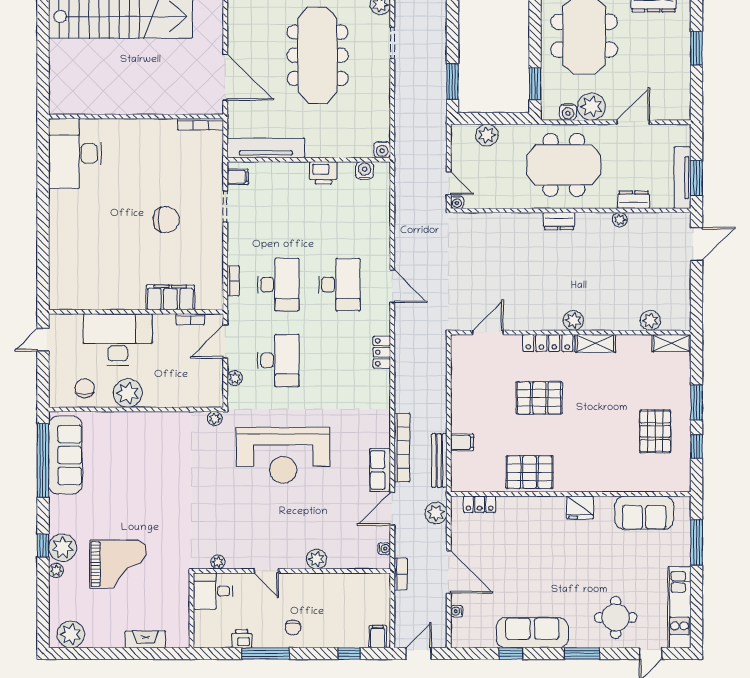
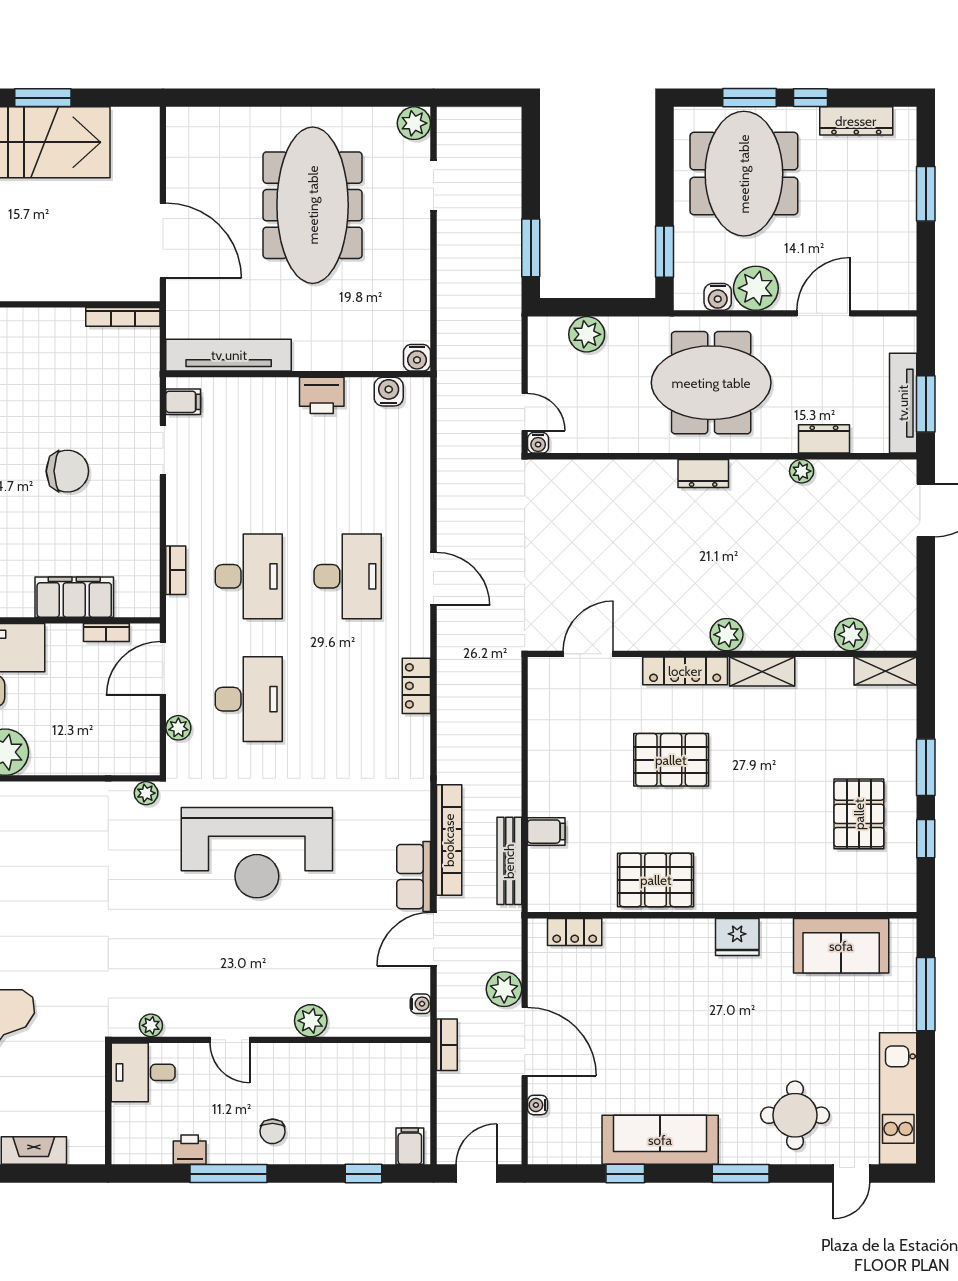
plant: (436, 513) -> (504, 989), moved

